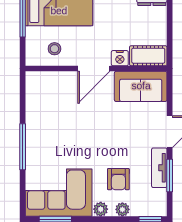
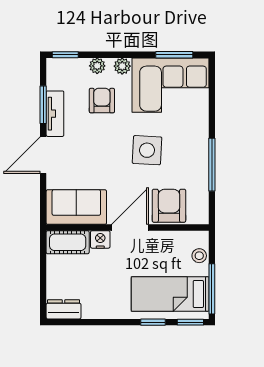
stool: (54, 49) -> (199, 256), moved
armchair: (60, 88) -> (169, 206), added
side table: (79, 136) -> (147, 150), added
window: (23, 147) -> (212, 165), moved

